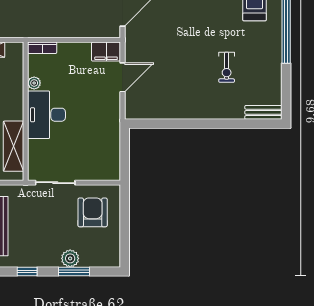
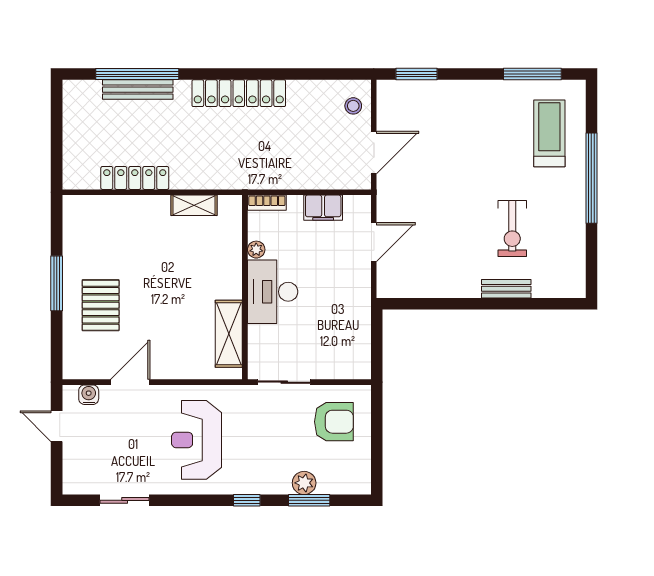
filing cabinet: (106, 52) -> (323, 208), moved
exercise bike: (227, 67) -> (512, 229), width x1.38, depth x1.39
bench: (263, 112) -> (506, 289), moved
armchair: (93, 212) -> (334, 422), turned 90

